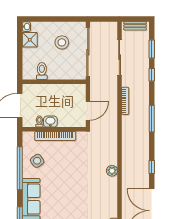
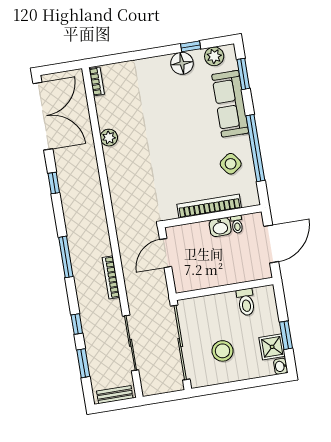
window: (20, 46) -> (286, 335), added
plant: (112, 171) -> (109, 138), moved

